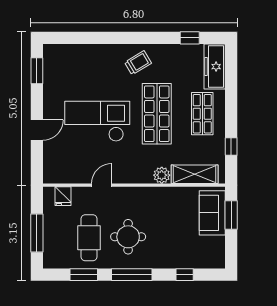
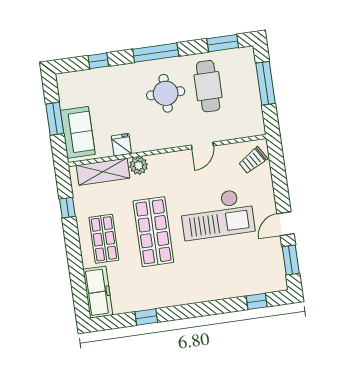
window: (73, 38) -> (257, 301), added
window: (190, 38) -> (146, 317), moved
trolley: (138, 63) -> (253, 160), moved
door: (37, 130) -> (286, 224), moved
fridge: (63, 196) -> (121, 145), moved
window: (231, 215) -> (55, 119), moved
window: (84, 275) -> (223, 43), moved

